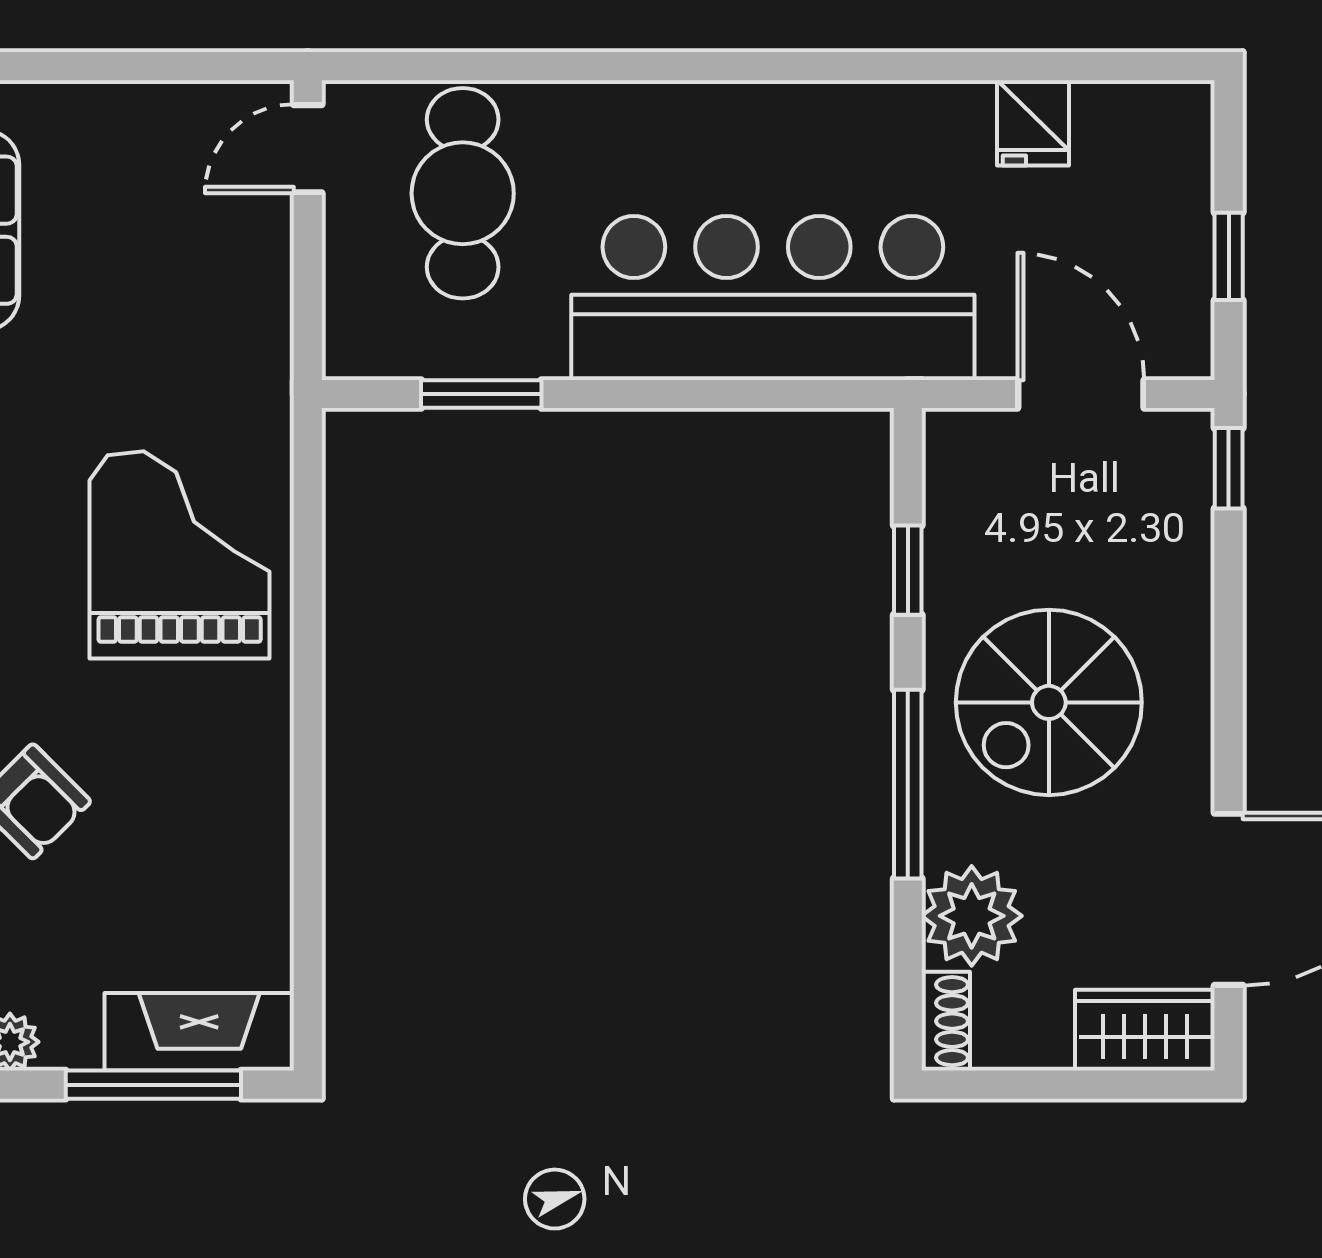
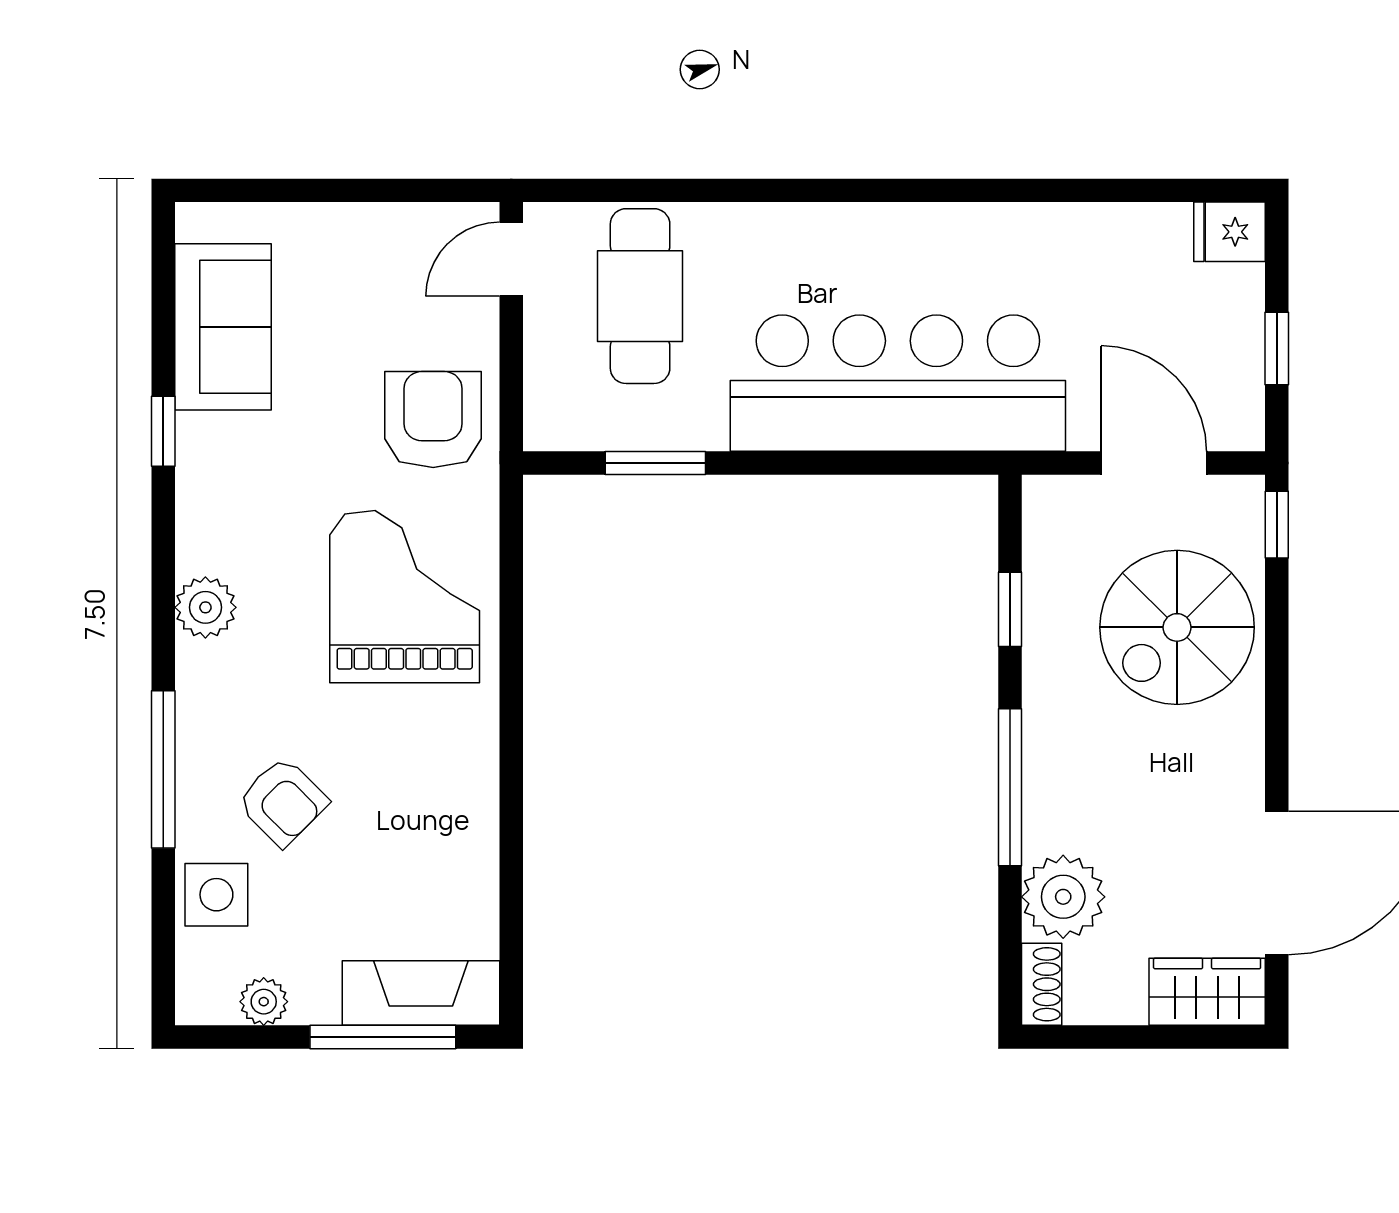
fridge: (1033, 123) -> (1230, 232), moved, turned 90
armchair: (214, 342) -> (433, 420), added
spiral stairs: (1049, 702) -> (1177, 627), moved

